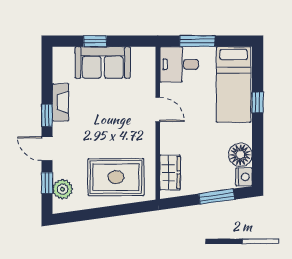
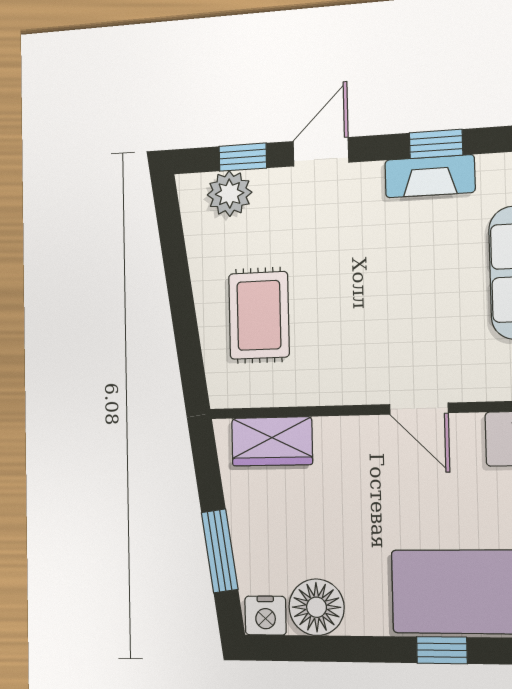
door: (158, 109) -> (419, 409), hinge flipped
window: (47, 115) -> (436, 144), moved
rug: (116, 177) -> (259, 315), width x0.73, depth x0.70

